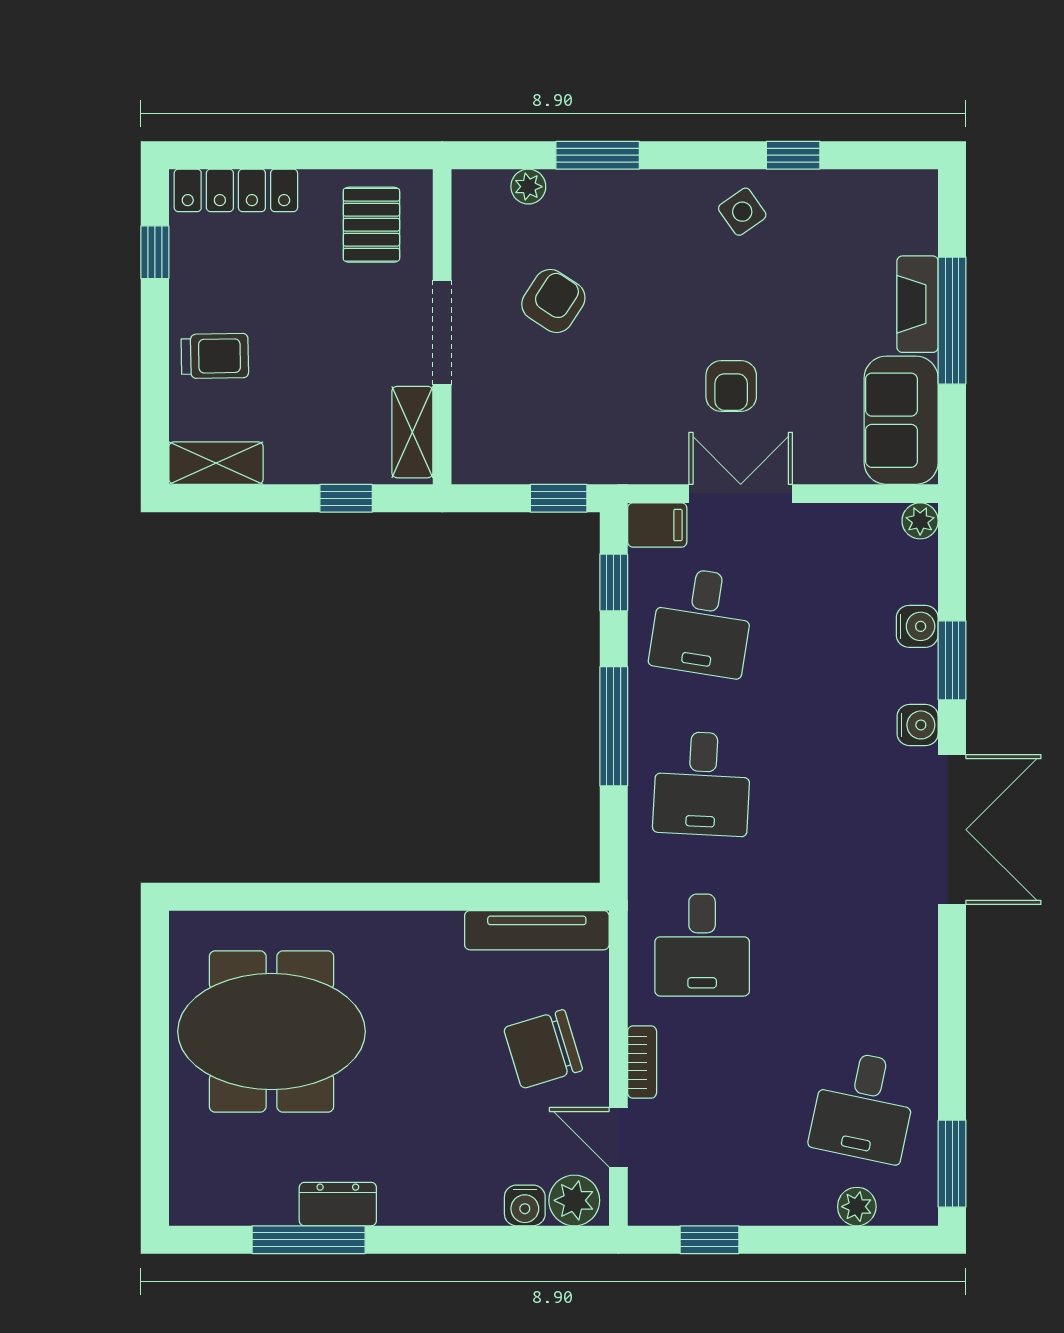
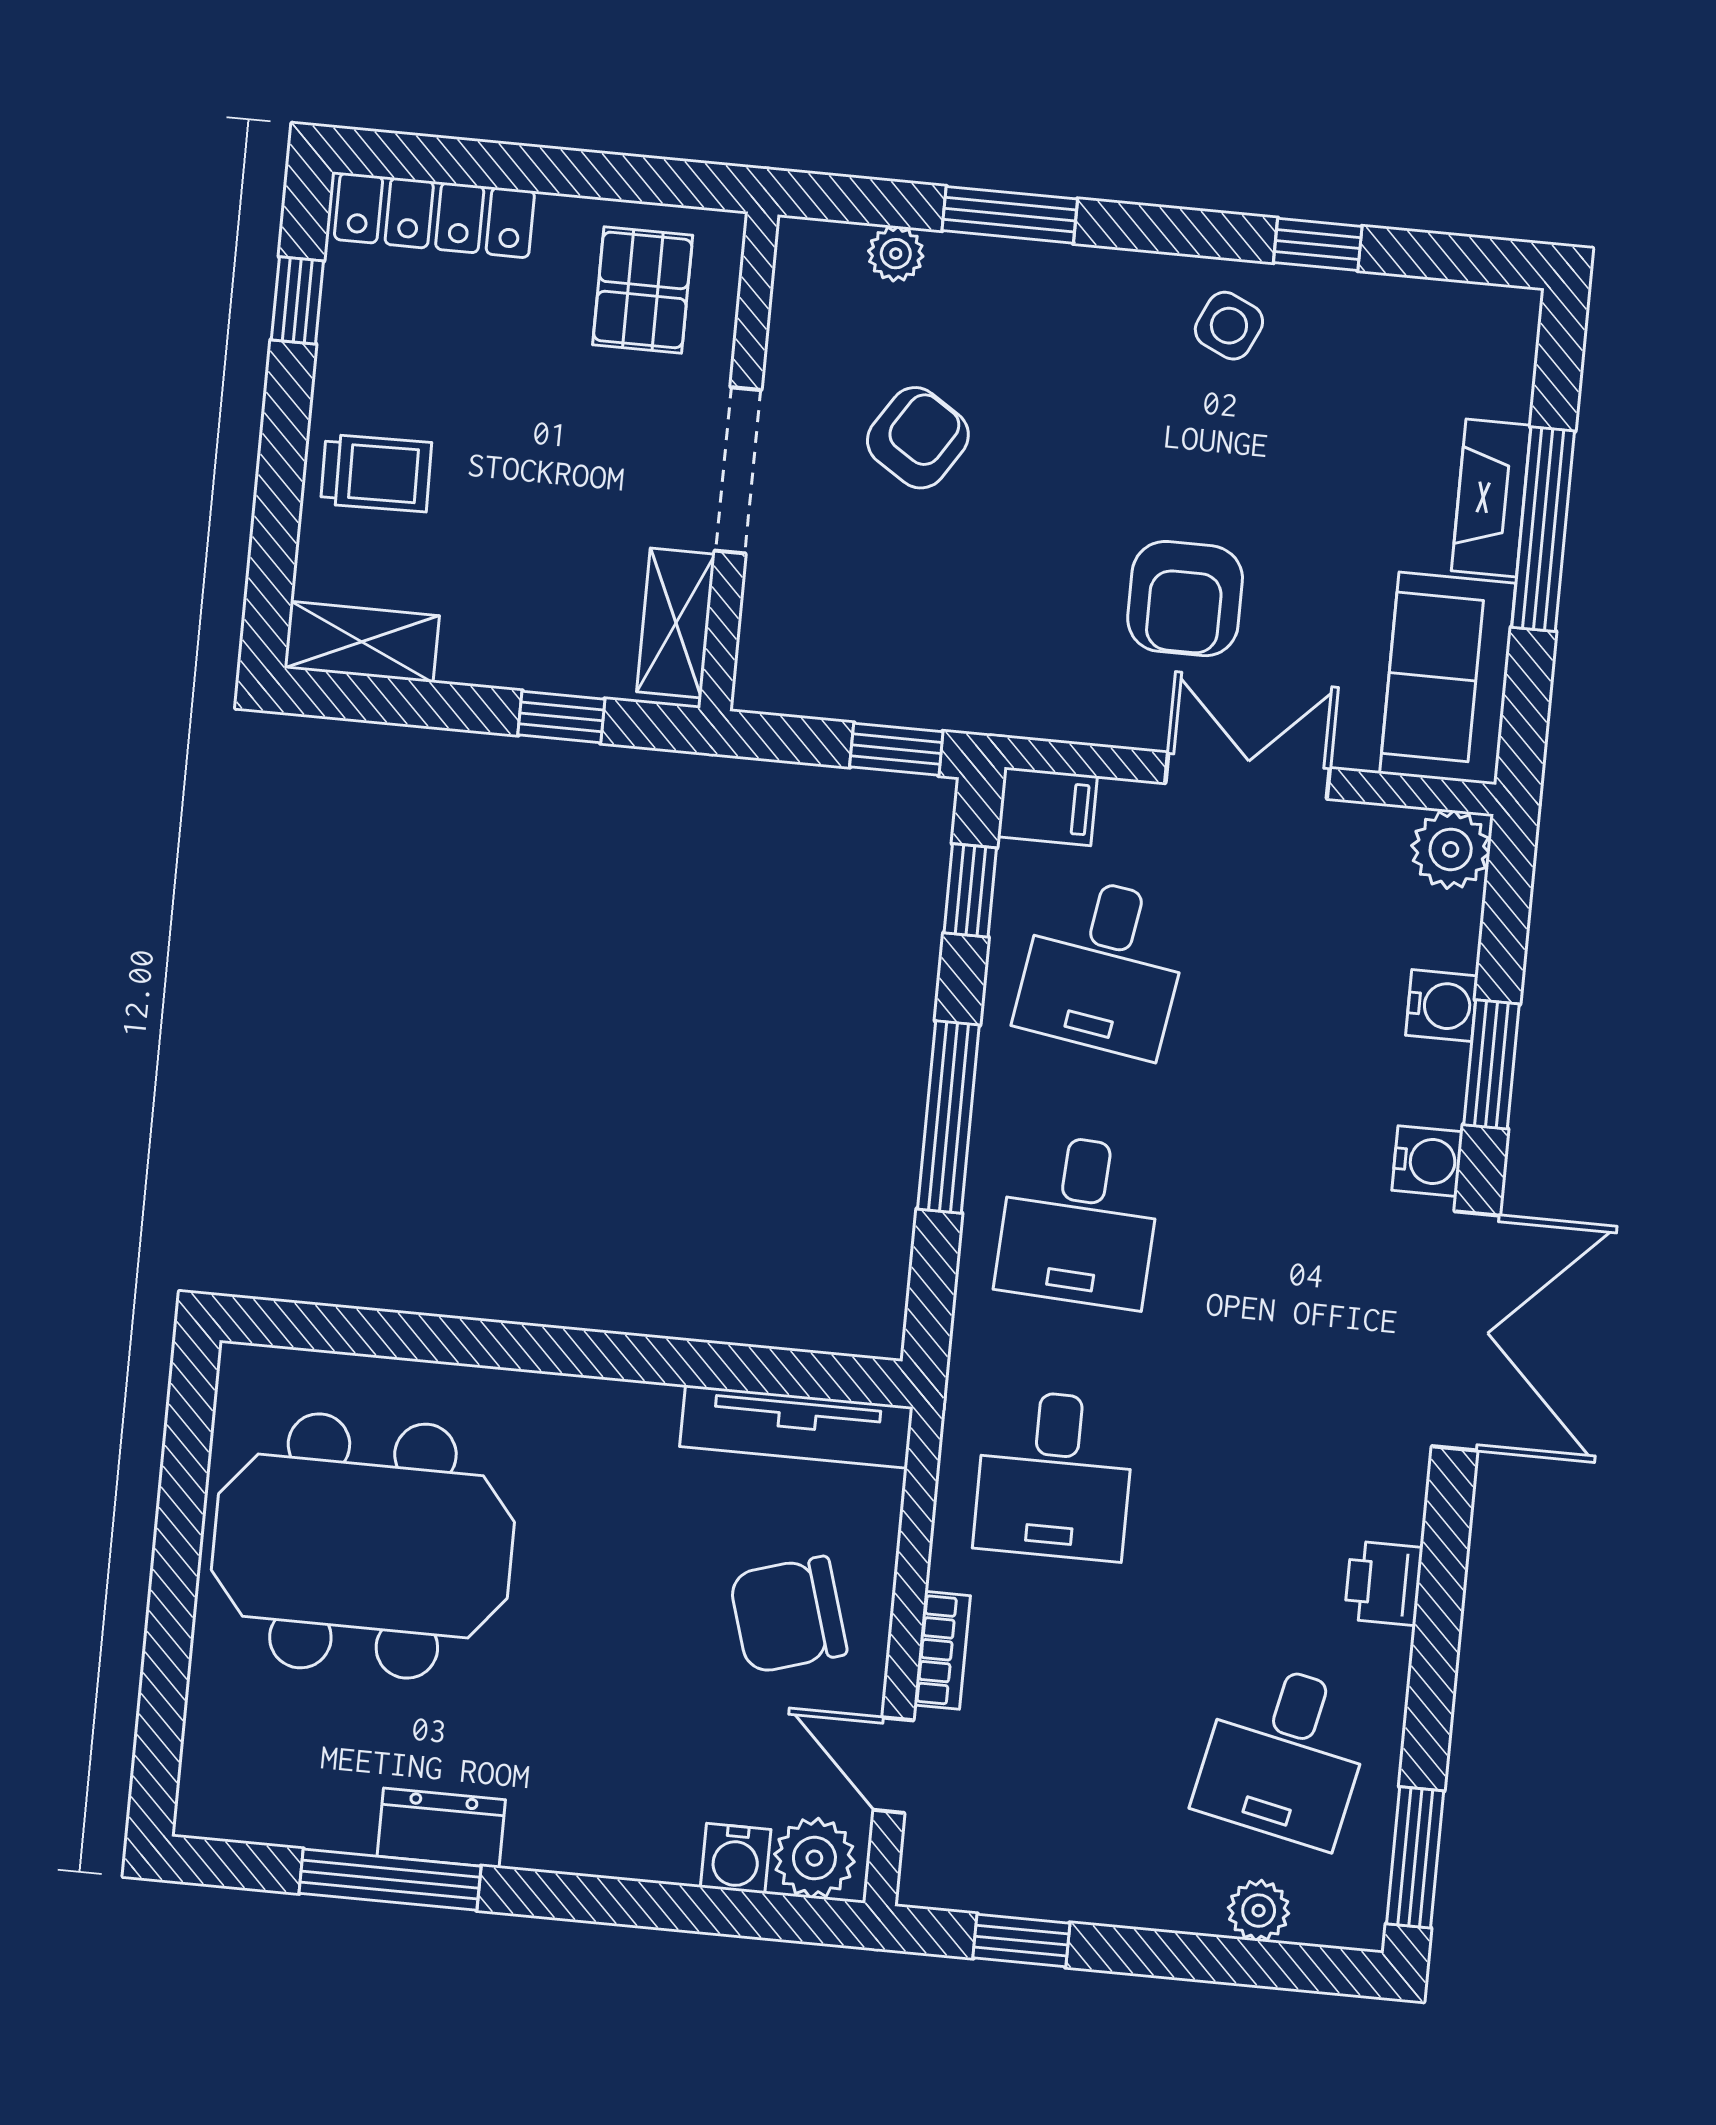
side table: (742, 212) -> (1229, 326), turned -30
armchair: (731, 386) -> (1185, 599), width x1.38, depth x1.38
double door: (741, 494) -> (1248, 776), moved
plant: (920, 521) -> (1451, 849), width x1.38, depth x1.38
printer: (916, 993) -> (1384, 1583), added

